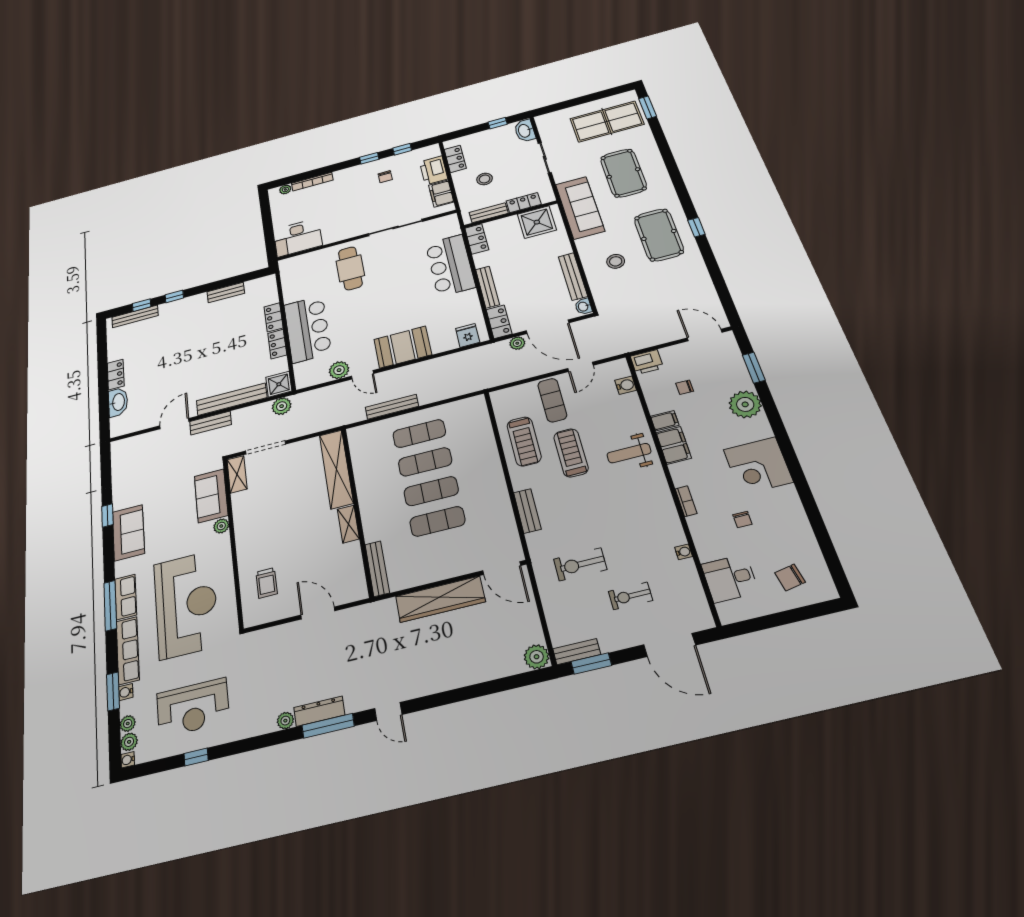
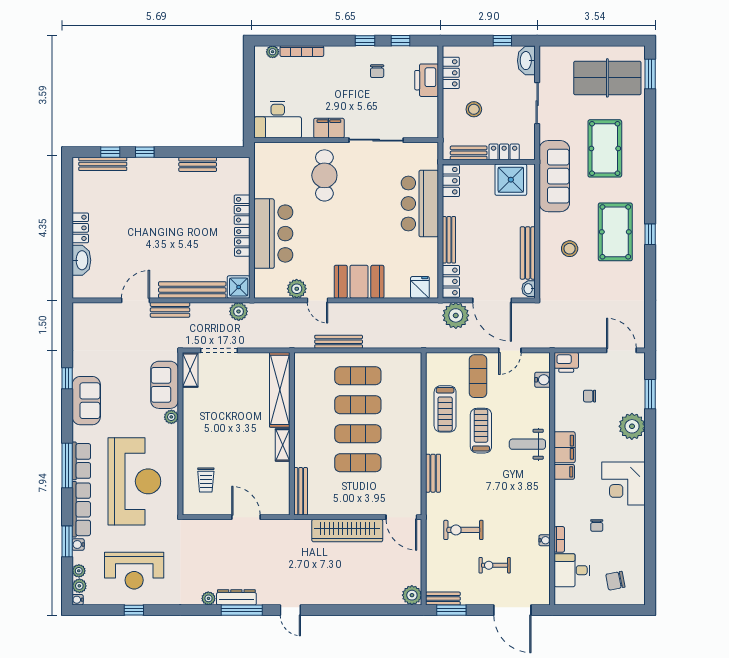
filing cabinet: (441, 194) -> (329, 128), moved, turned 90
plant: (517, 343) -> (456, 315), width x1.88, depth x1.88
filing cabinet: (665, 421) -> (564, 472), moved
bookcase: (686, 501) -> (559, 539), moved

